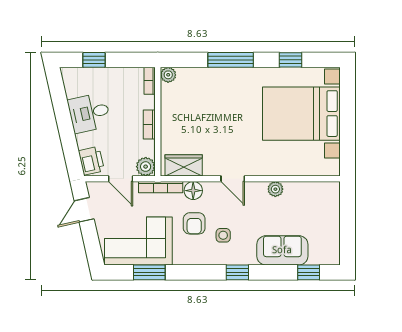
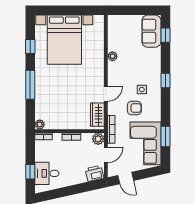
desk: (89, 113) -> (47, 173), moved, turned 103
door: (233, 179) -> (106, 94), moved
floor lamp: (193, 191) -> (113, 109), removed
sofa: (282, 250) -> (151, 31), moved

